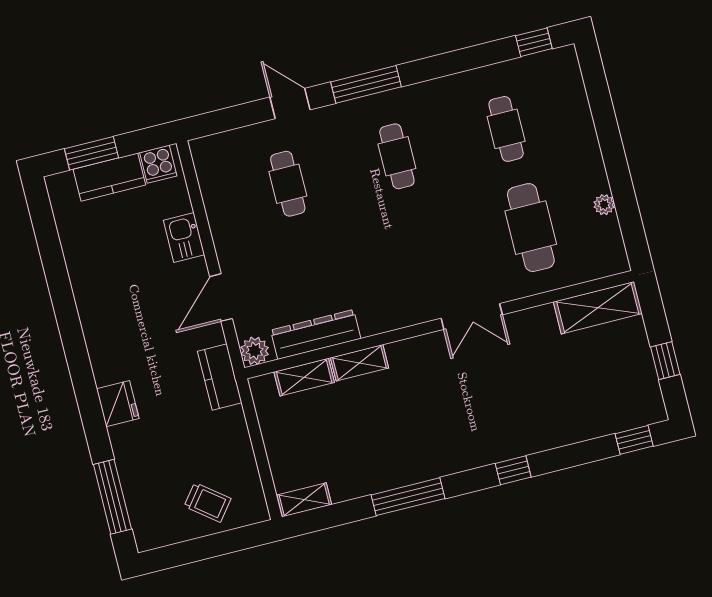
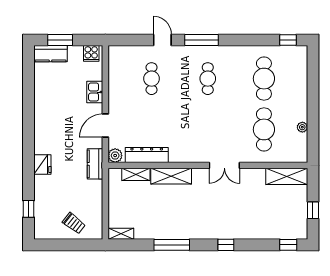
cafe table: (506, 129) -> (264, 79), width x1.37, depth x1.35
kitchen counter: (109, 177) -> (50, 54), moved
shelving: (359, 363) -> (171, 176), width x1.50, depth x1.33
window: (112, 497) -> (28, 209), width x0.46

